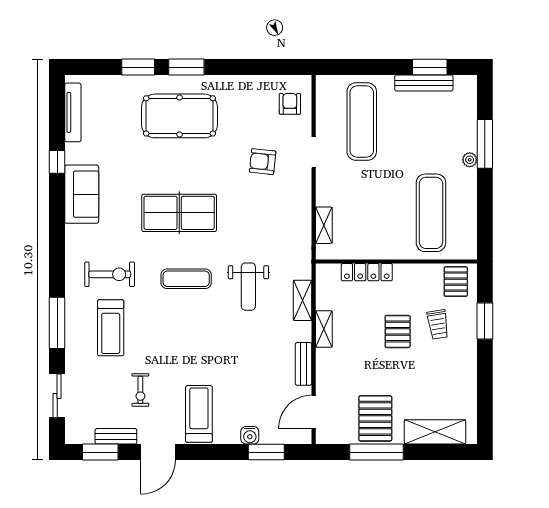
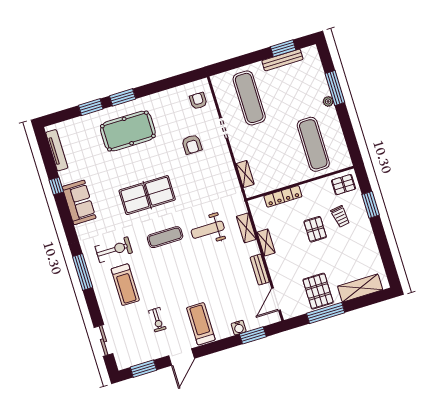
armchair: (263, 162) -> (192, 144), turned -96
pallet: (456, 282) -> (344, 185), turned 90
weight bench: (248, 287) -> (208, 230), turned 90
window: (57, 323) -> (83, 272), moved
bench: (116, 436) -> (151, 355), removed

